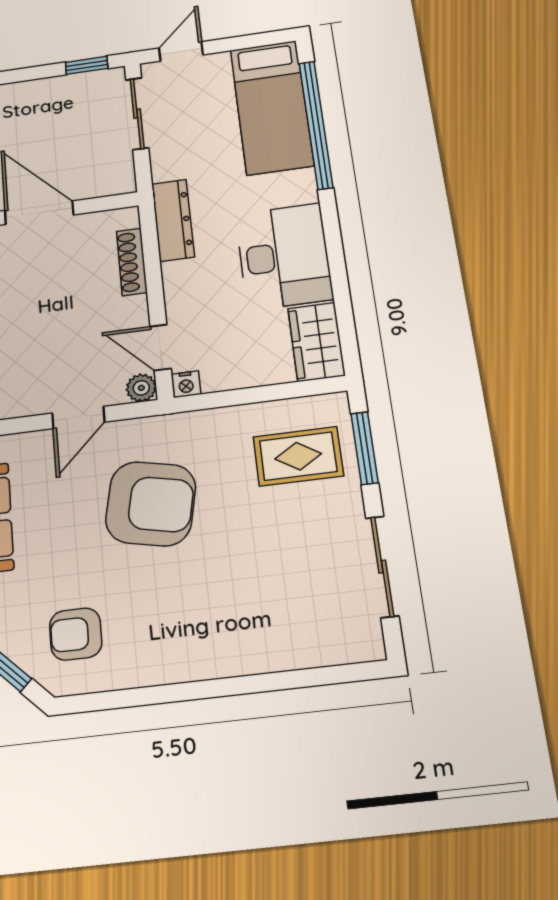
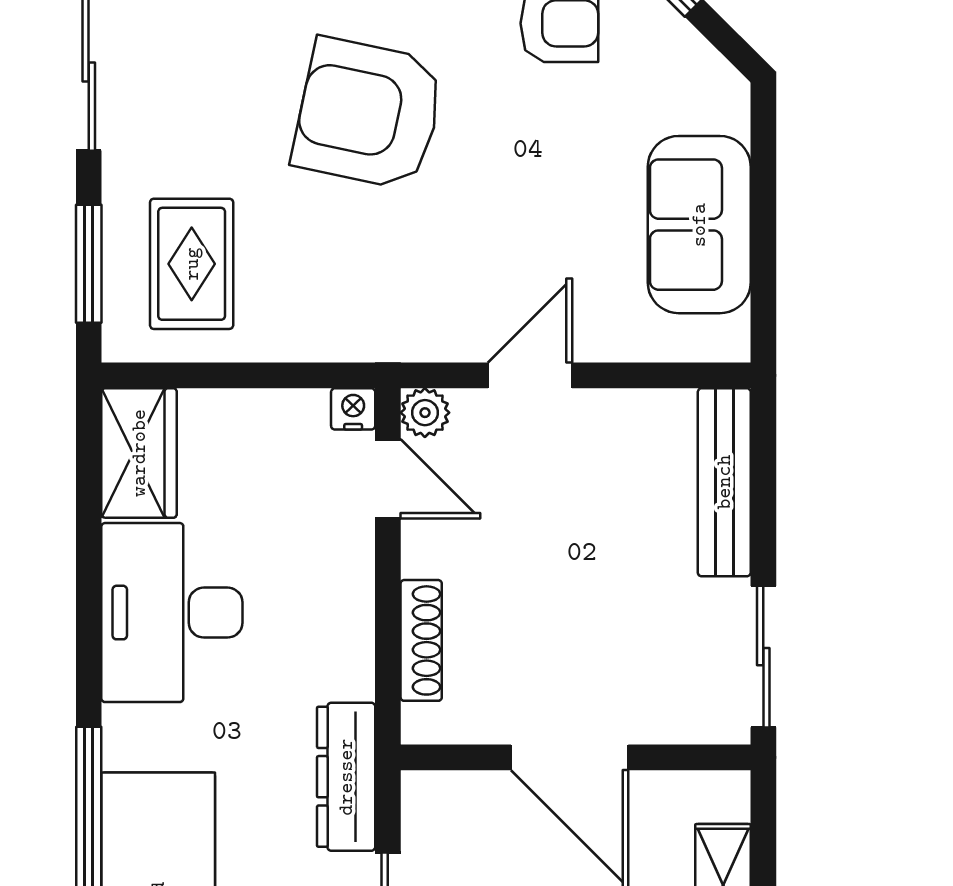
dresser: (173, 220) -> (346, 777), moved
rug: (298, 456) -> (192, 264), turned 90
armchair: (151, 504) -> (368, 114), moved

